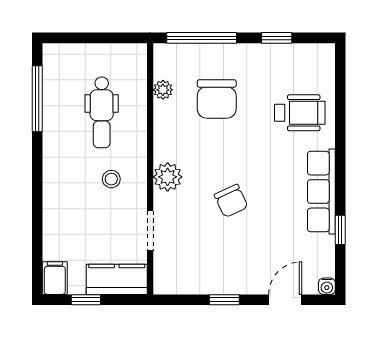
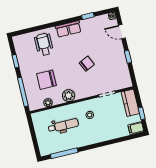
chair: (217, 99) -> (46, 80), turned 180
plant: (168, 177) -> (69, 96), moved
row of seats: (321, 192) -> (68, 29), width x0.68

